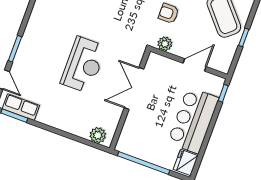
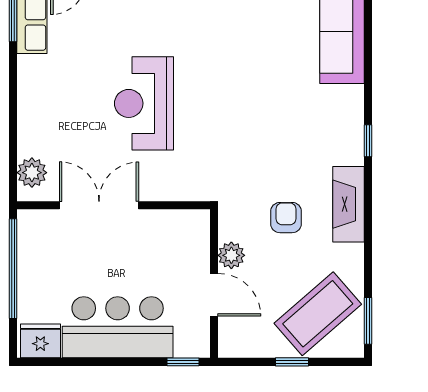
plant: (165, 44) -> (231, 255), moved
reception desk: (83, 65) -> (144, 103), turned 90
double door: (134, 88) -> (99, 205), moved

